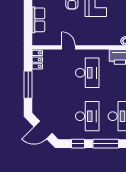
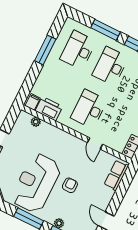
row of seats: (38, 20) -> (116, 175), moved

